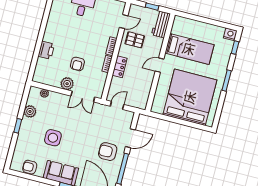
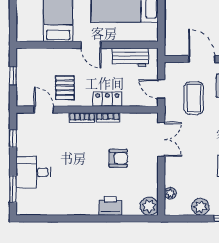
workbench: (161, 24) -> (130, 57), moved
plant: (67, 84) -> (149, 206), moved
coffee table: (105, 126) -> (194, 98), added

